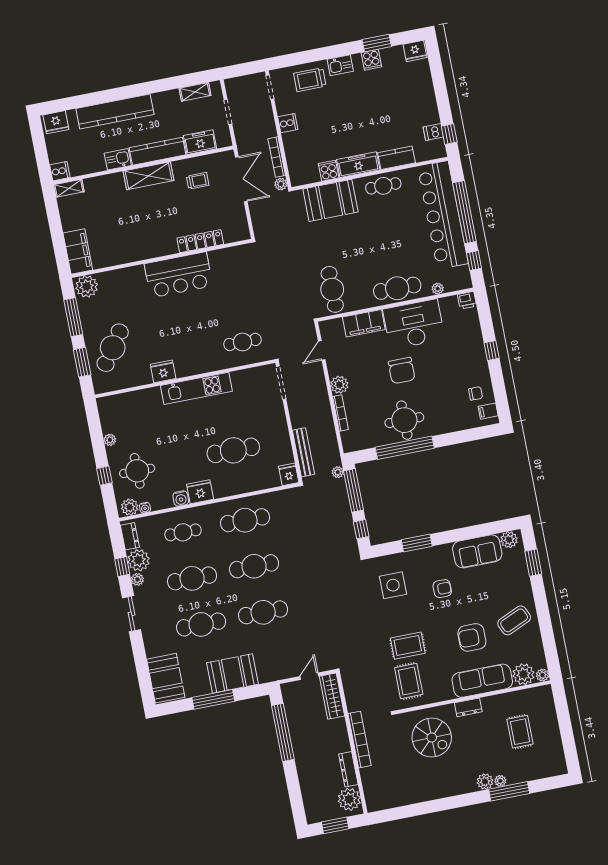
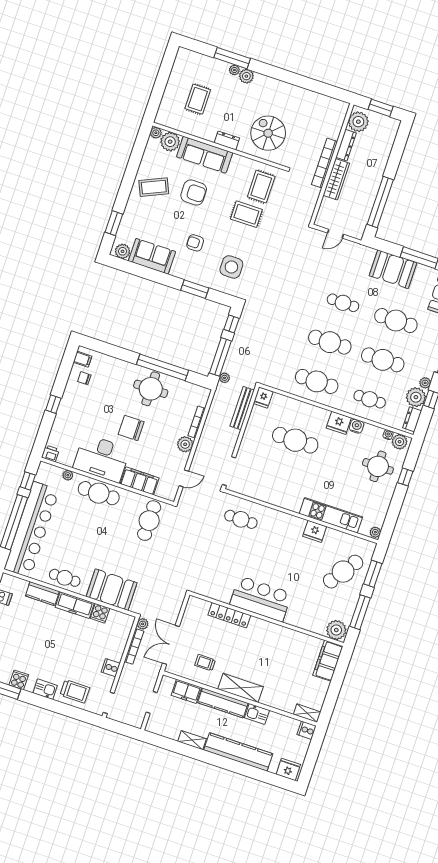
shelving: (195, 92) -> (192, 740), moved
chair: (402, 371) -> (131, 428), turned -90
kitchen unit: (196, 388) -> (331, 515), moved
plant: (110, 440) -> (375, 532), moved
cafe table: (263, 612) -> (343, 303), width x0.73, depth x0.74
wardrobe: (332, 696) -> (336, 179), moved

